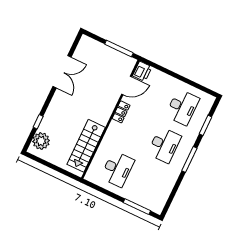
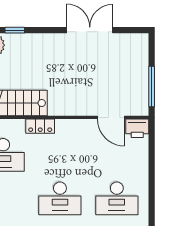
double door: (62, 72) -> (90, 30), swing flipped
locker: (121, 112) -> (40, 126), moved

